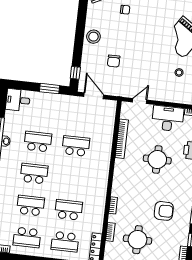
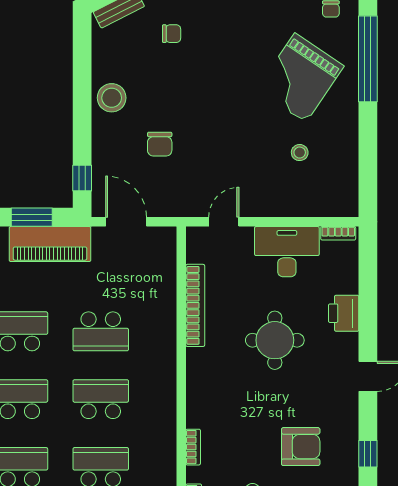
piano: (57, 102) -> (50, 244), added
school desk: (76, 146) -> (101, 331), turned 180
school desk: (72, 178) -> (101, 399), added

